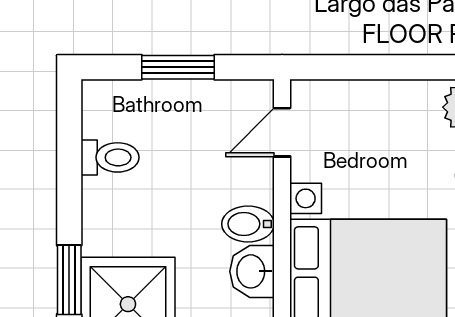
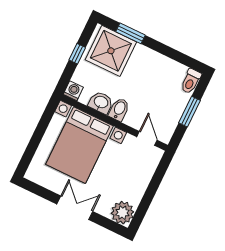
toilet: (110, 157) -> (191, 81), moved

